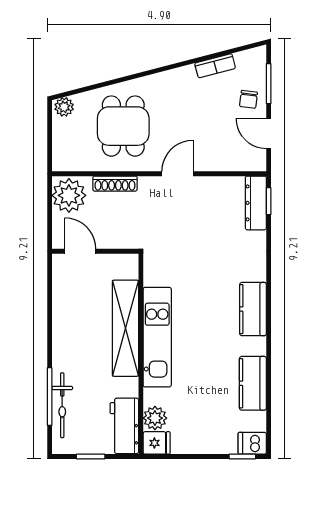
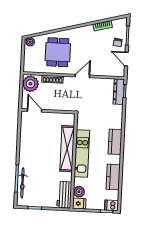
shelving: (125, 328) -> (67, 149), moved
kitchen unit: (157, 337) -> (82, 154), moved
wall: (141, 354) -> (74, 161), moved
plant: (155, 418) -> (79, 192), moved
workbench: (124, 426) -> (64, 195), moved
fridge: (157, 443) -> (79, 204), moved

